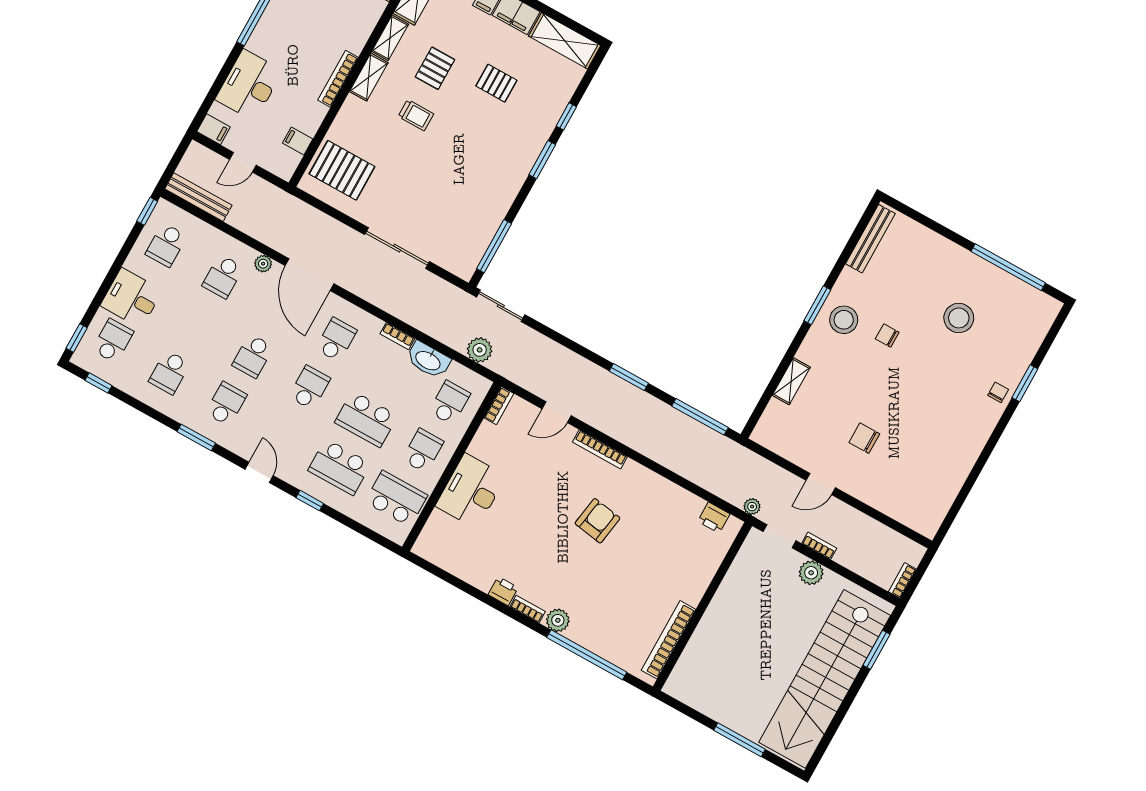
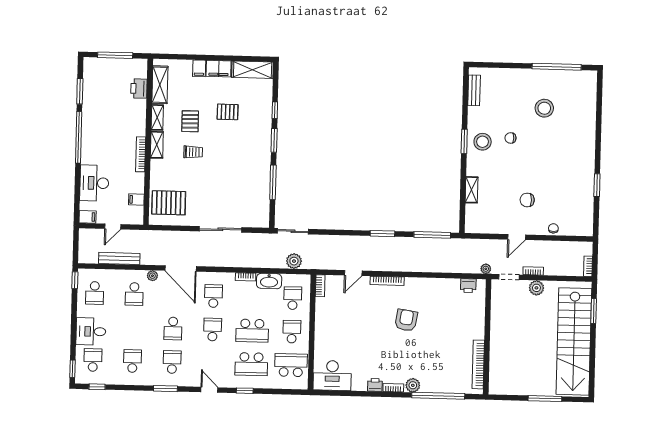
bench: (198, 197) -> (119, 258), moved
bench: (870, 239) -> (474, 90), width x0.73
window: (494, 246) -> (273, 182), moved
school desk: (169, 372) -> (132, 361), turned 180
window: (1025, 383) -> (597, 185), moved
chair: (998, 392) -> (553, 228), moved
desk: (471, 491) -> (332, 375), moved, turned -90

